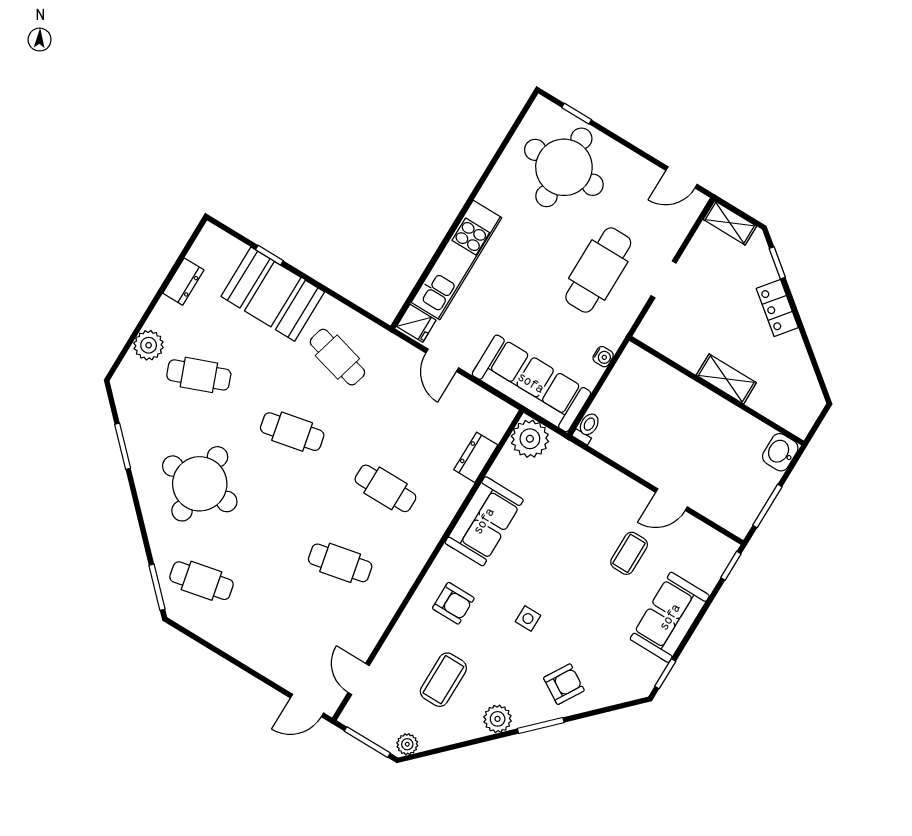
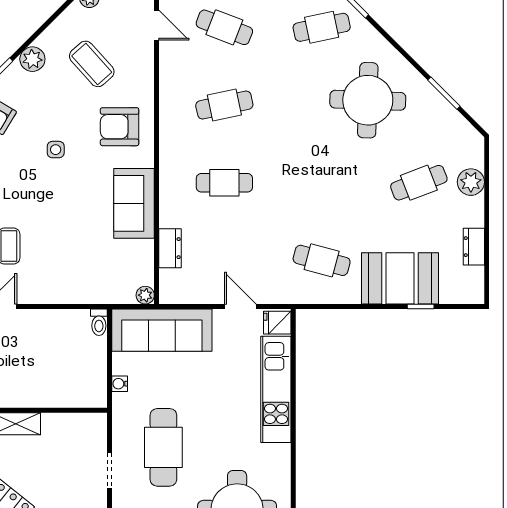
cafe table: (292, 432) -> (224, 27), moved, turned 33
plant: (530, 439) -> (145, 295), width x0.53, depth x0.53
armchair: (453, 603) -> (120, 127), width x1.38, depth x1.38
coffee table: (443, 680) -> (92, 64), turned -42

